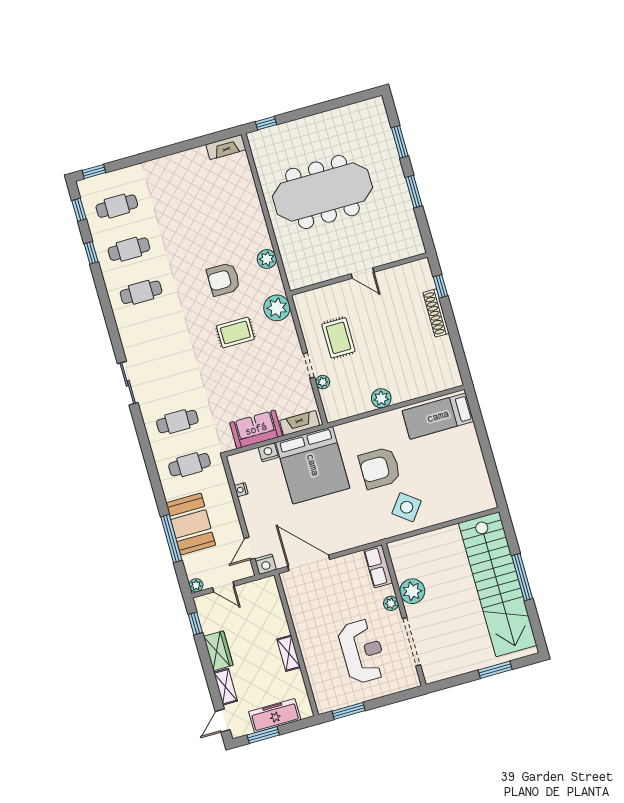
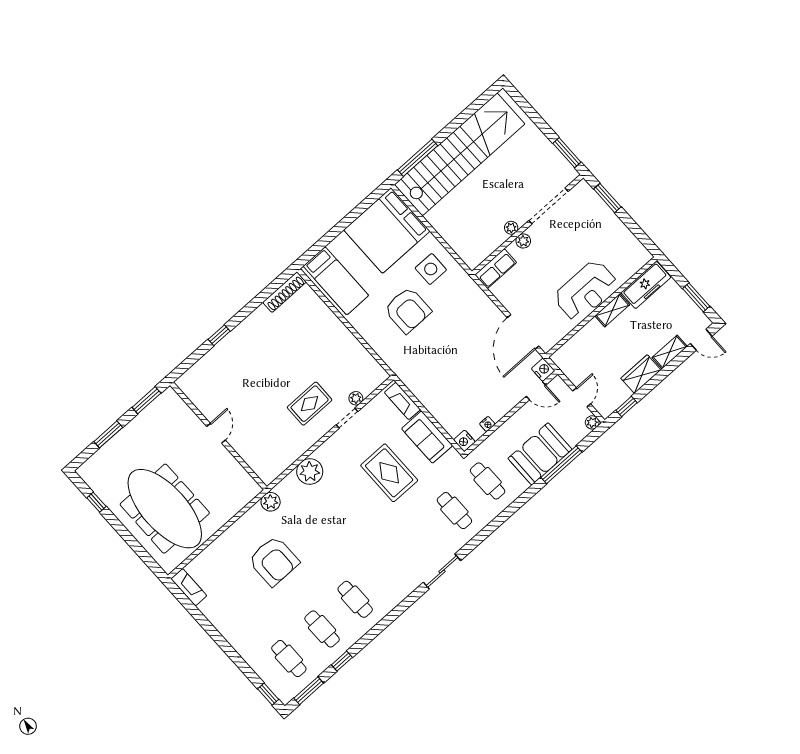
window: (266, 123) -> (96, 502), moved
meeting table: (322, 192) -> (165, 509), moved
window: (79, 210) -> (309, 691), width x1.50
door: (362, 273) -> (216, 433), moved
wall: (359, 274) -> (218, 436), moved
armchair: (223, 279) -> (274, 561), moved, width x1.36, depth x1.36
shoe rack: (436, 313) -> (285, 292), moved
rug: (235, 333) -> (389, 473), moved, width x1.36, depth x1.43
plant: (381, 398) -> (345, 339), removed
nightstand: (268, 452) -> (464, 441), moved
bed: (313, 465) -> (387, 230), moved, turned 180
side table: (407, 507) -> (431, 269), turned -37
window: (522, 577) -> (418, 158), moved
plant: (412, 591) -> (511, 228), width x0.53, depth x0.53
reception desk: (362, 651) -> (586, 291), moved, turned 180
window: (495, 670) -> (567, 153), moved
window: (349, 711) -> (607, 198), moved
freezer: (275, 716) -> (646, 285), moved, turned -90

